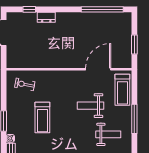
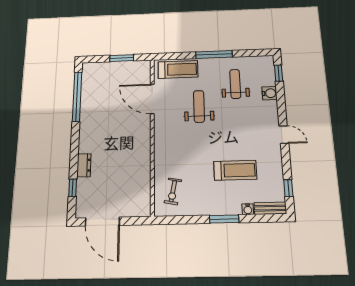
weight bench: (91, 106) -> (199, 106), turned 180
treadmill: (42, 117) -> (235, 170), moved

